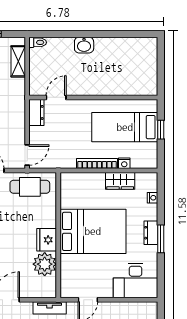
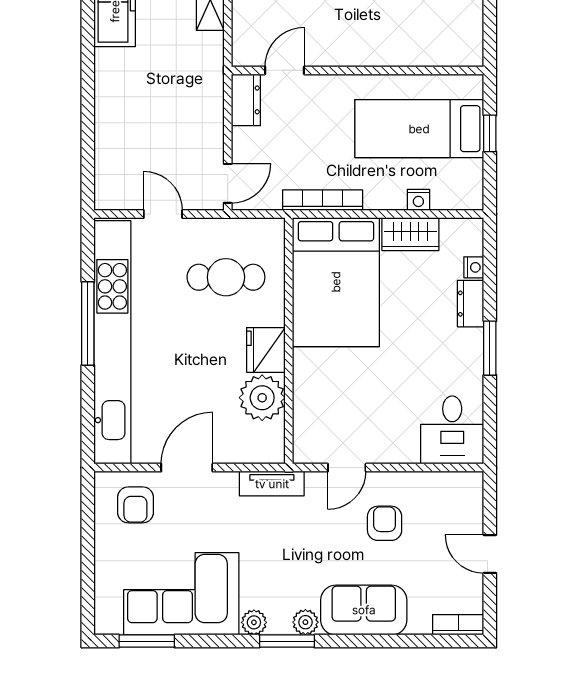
bookcase: (97, 164) -> (323, 200), moved
cafe table: (30, 187) -> (226, 277), moved
bed: (93, 231) -> (336, 282), moved, turned 90
dresser: (151, 233) -> (471, 304), moved
desk: (135, 281) -> (452, 430), width x0.73

